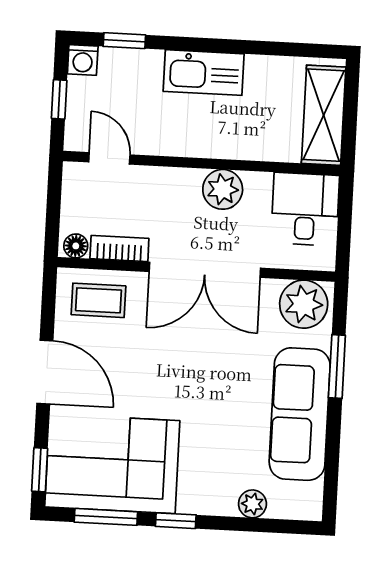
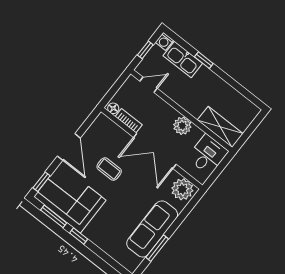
window: (124, 41) -> (204, 60), moved
kitchen sink: (204, 73) -> (183, 59), moved
shelving: (324, 115) -> (220, 127), moved, turned 90
door: (109, 158) -> (148, 85), hinge flipped
coffee table: (98, 300) -> (109, 169), moved
window: (337, 367) -> (157, 248), moved
plant: (252, 504) -> (111, 250), removed

